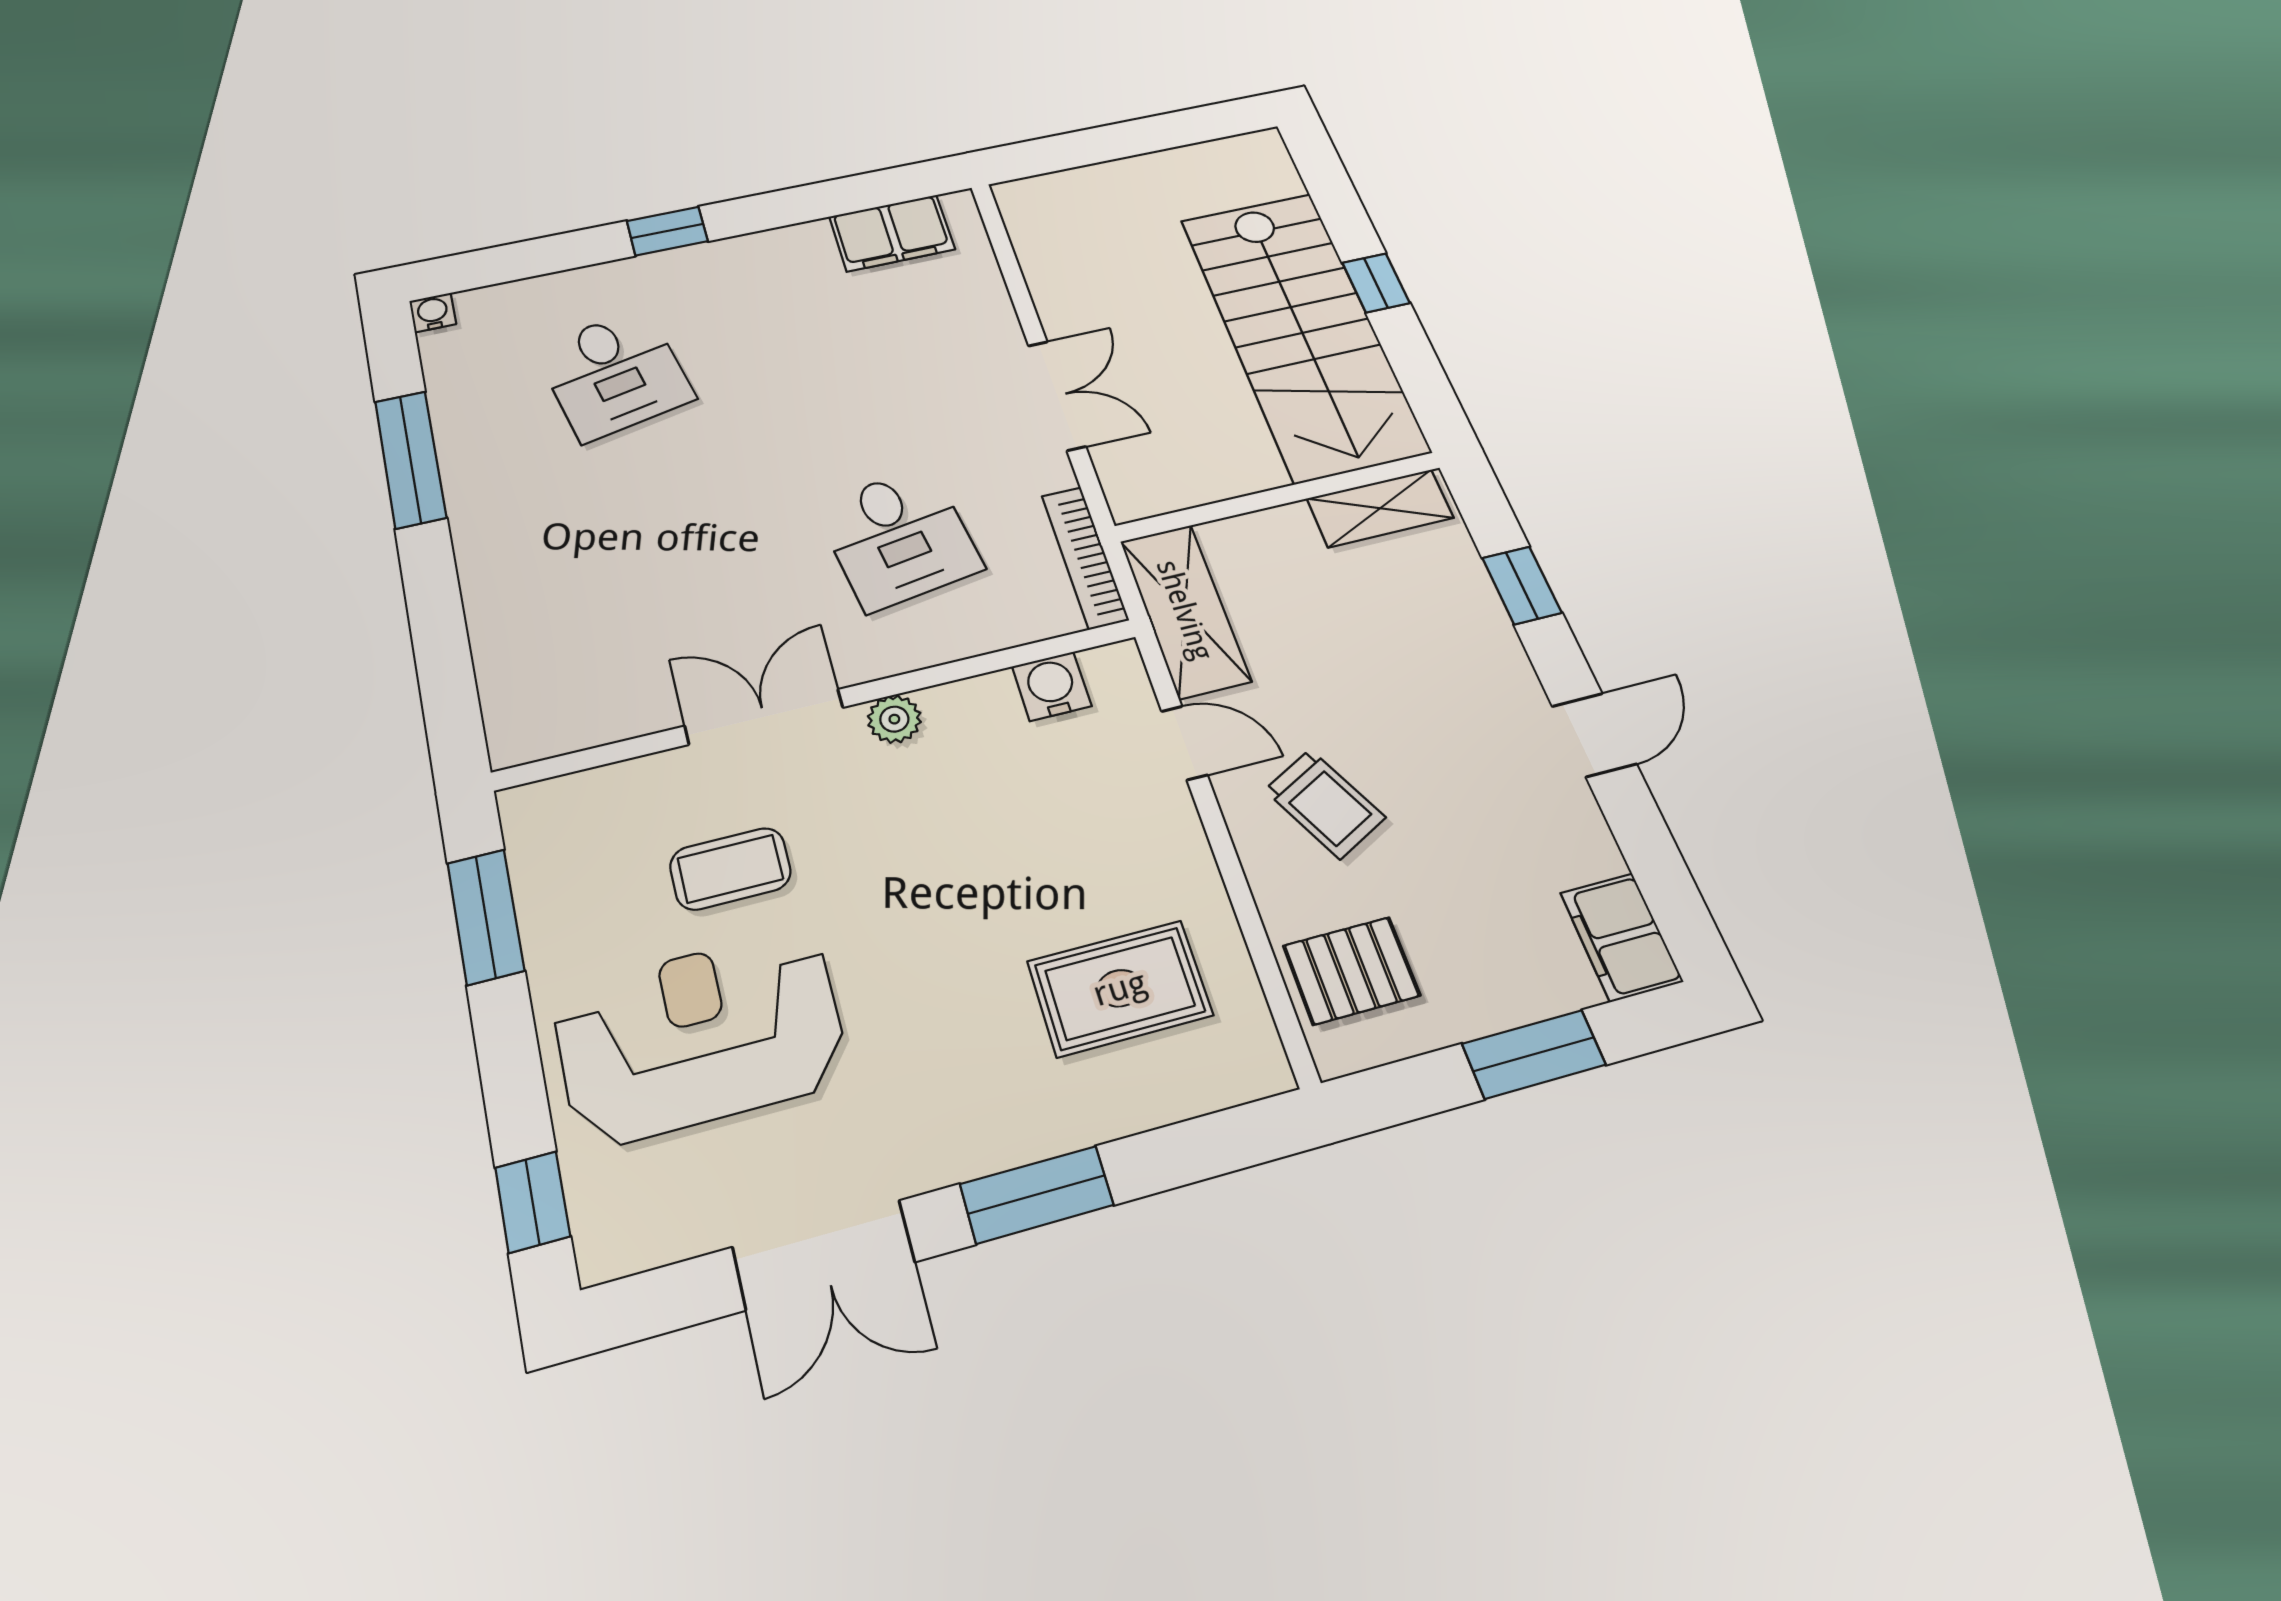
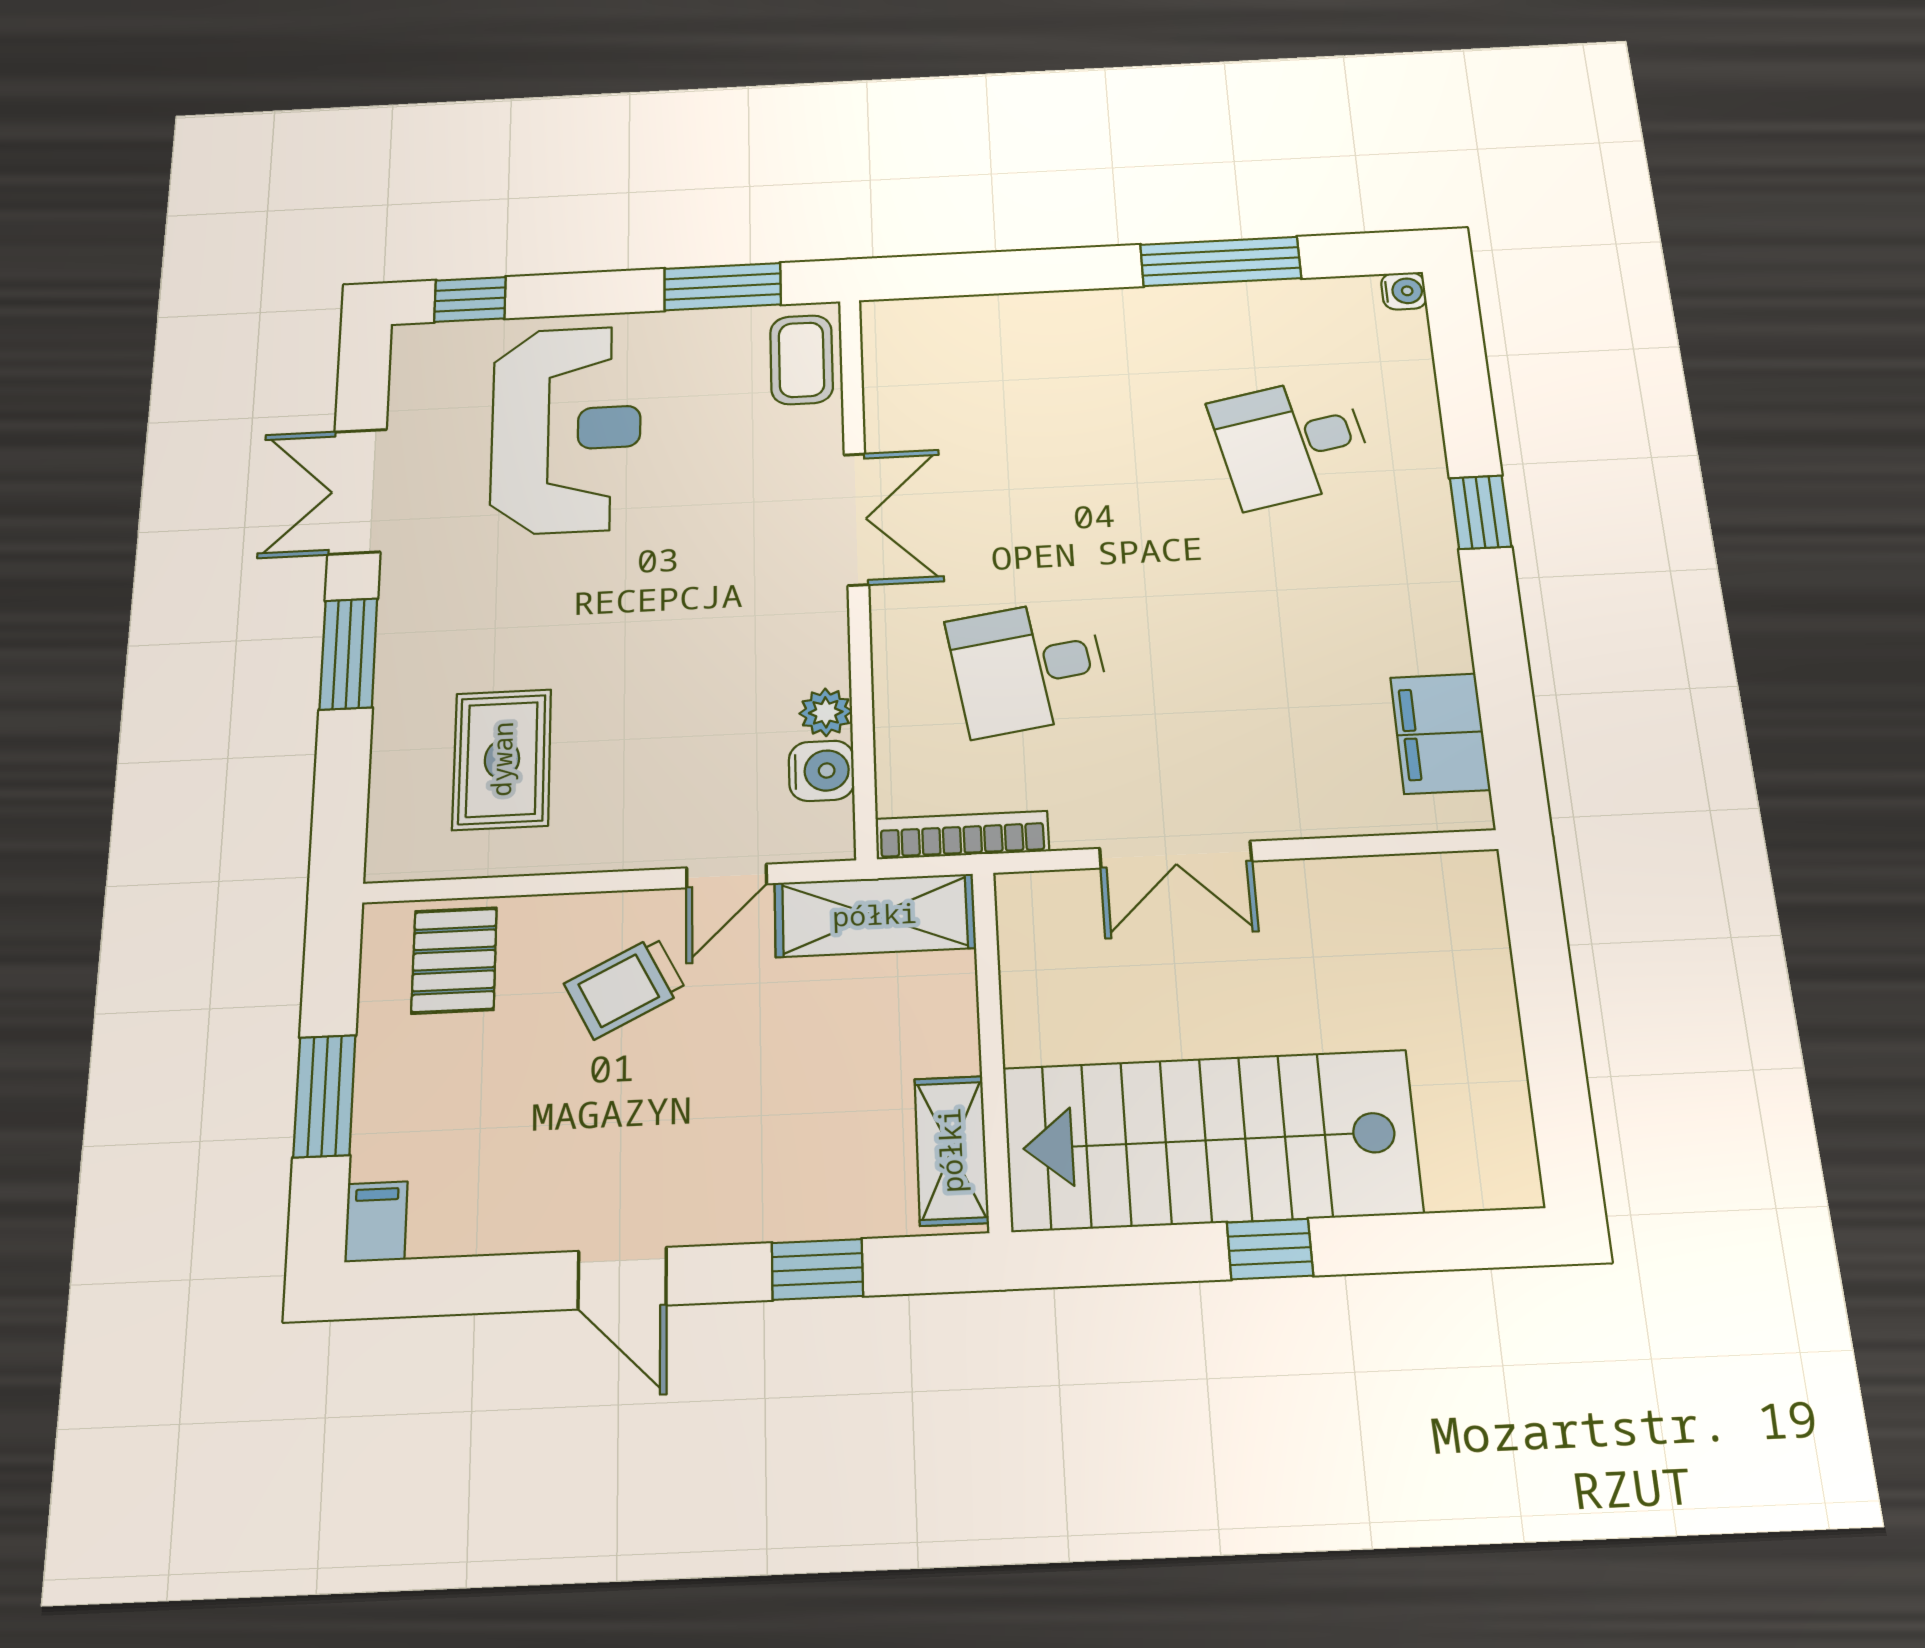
plant: (894, 719) -> (826, 712), moved
coffee table: (730, 869) -> (801, 360), moved
filing cabinet: (1621, 937) -> (376, 1222), width x0.50

